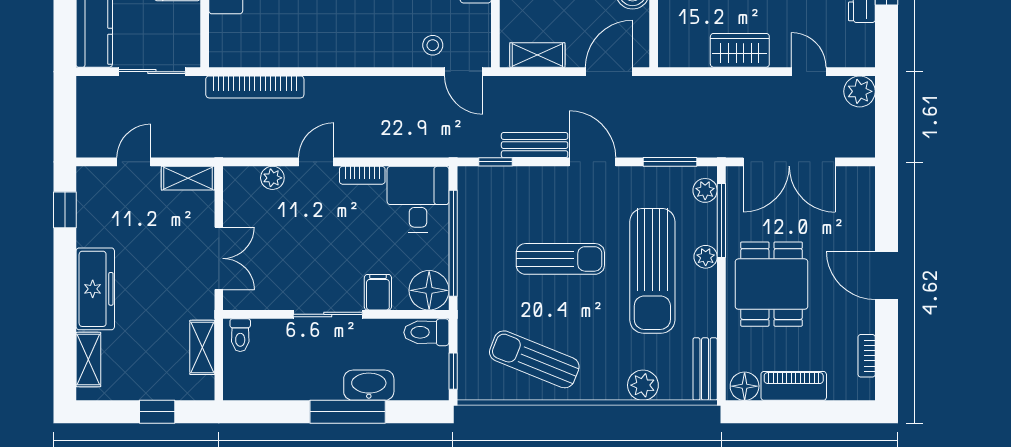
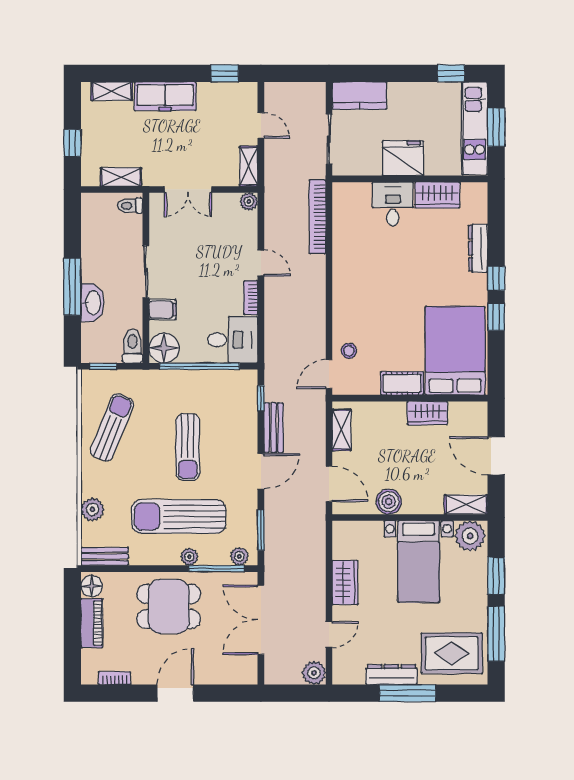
plant: (272, 178) -> (249, 202), moved

